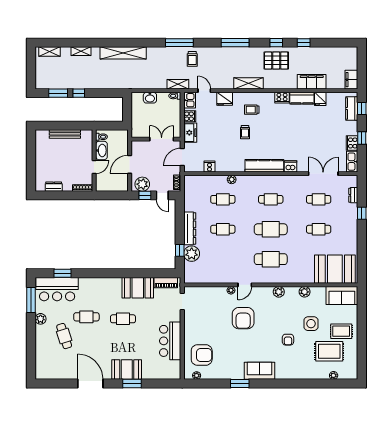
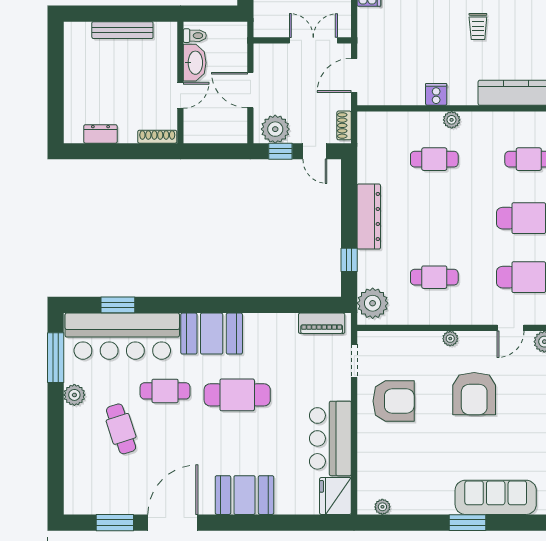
freezer: (190, 133) -> (370, 27), removed
door: (130, 164) -> (250, 90), hinge flipped
cooker: (209, 167) -> (436, 94), moved
cafe table: (223, 229) -> (434, 277), moved
plant: (192, 254) -> (373, 303), moved
door: (245, 285) -> (511, 328), moved
booth: (138, 288) -> (212, 334), moved
bar counter: (57, 289) -> (122, 336), width x1.36
cafe table: (123, 319) -> (237, 395), width x1.37, depth x1.35
armchair: (202, 355) -> (394, 401), moved
fridge: (173, 370) -> (335, 496), added
sofa: (259, 371) -> (496, 497), width x1.36
door: (90, 384) -> (173, 523), hinge flipped
window: (132, 384) -> (115, 523), moved

